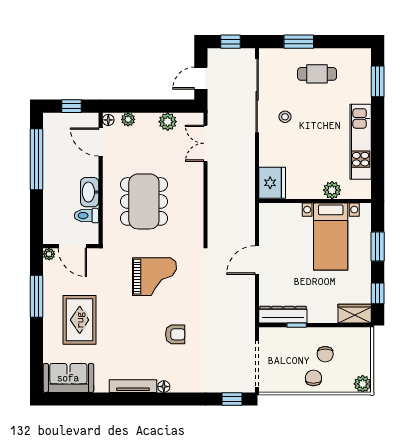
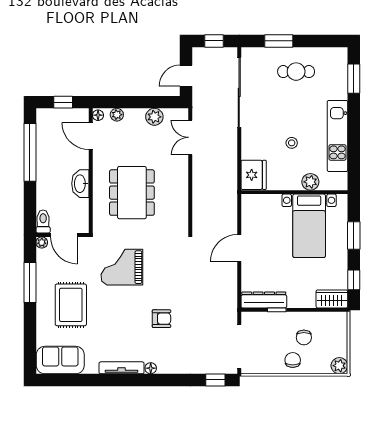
stool: (285, 117) -> (292, 143), moved
toilet: (87, 216) -> (43, 222), moved, turned 90
grand piano: (155, 277) -> (122, 267), moved, turned 180

